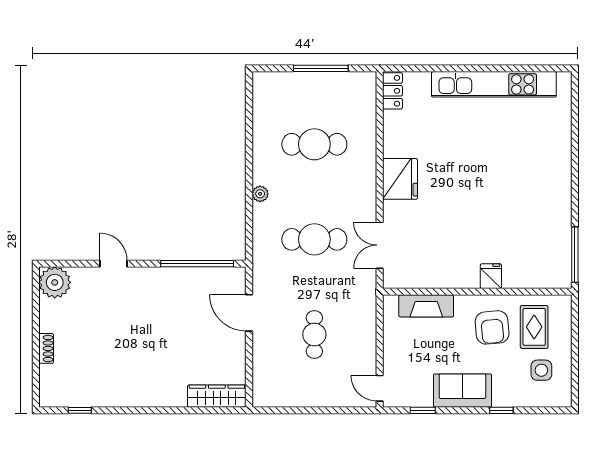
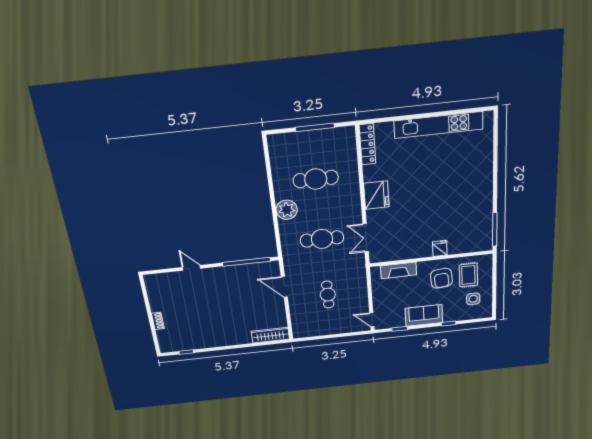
locker: (392, 91) -> (368, 144), width x1.53
plant: (260, 194) -> (287, 210), width x1.87, depth x1.87
plant: (55, 282) -> (155, 283), removed

